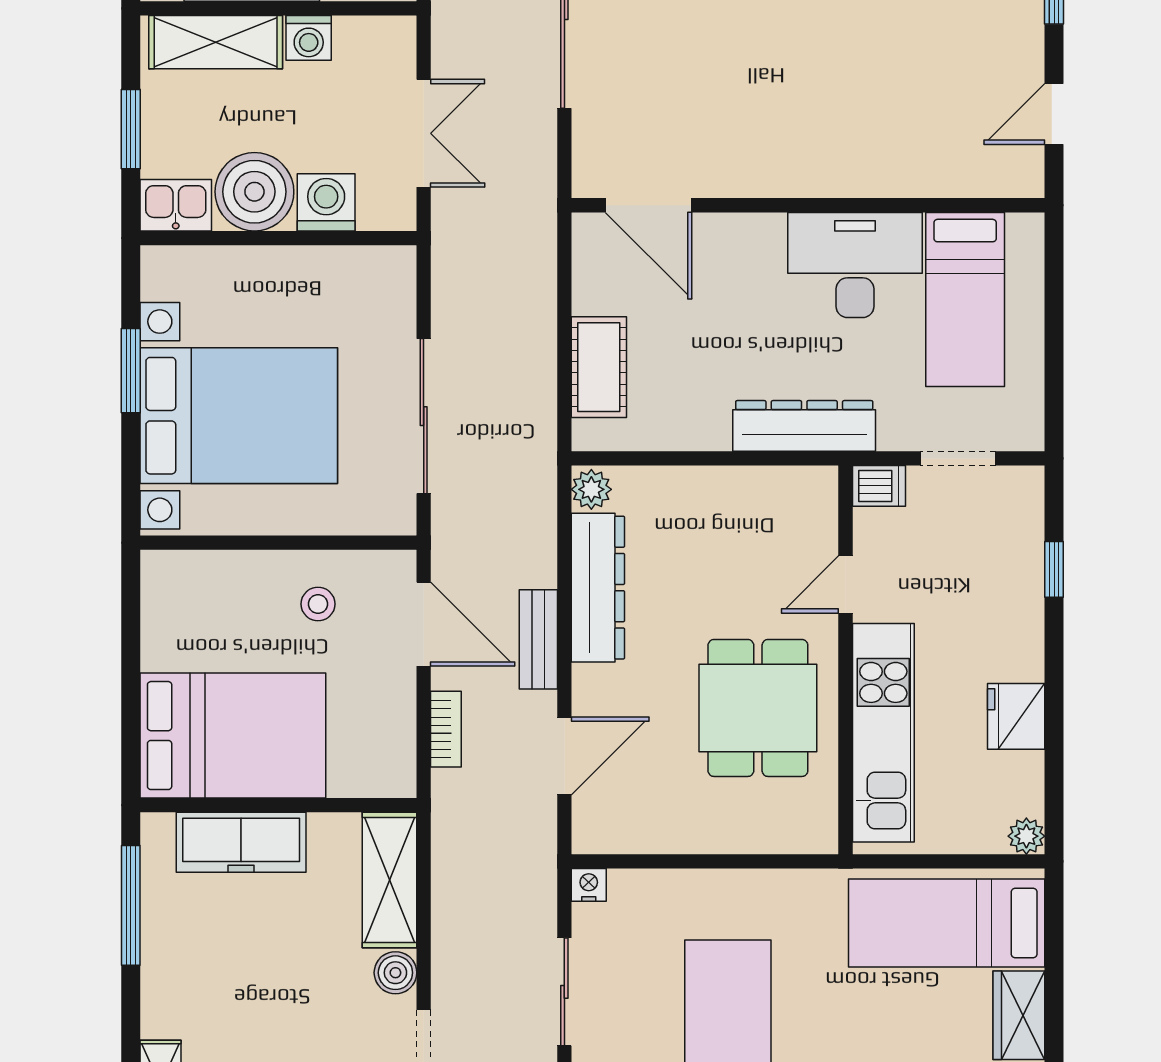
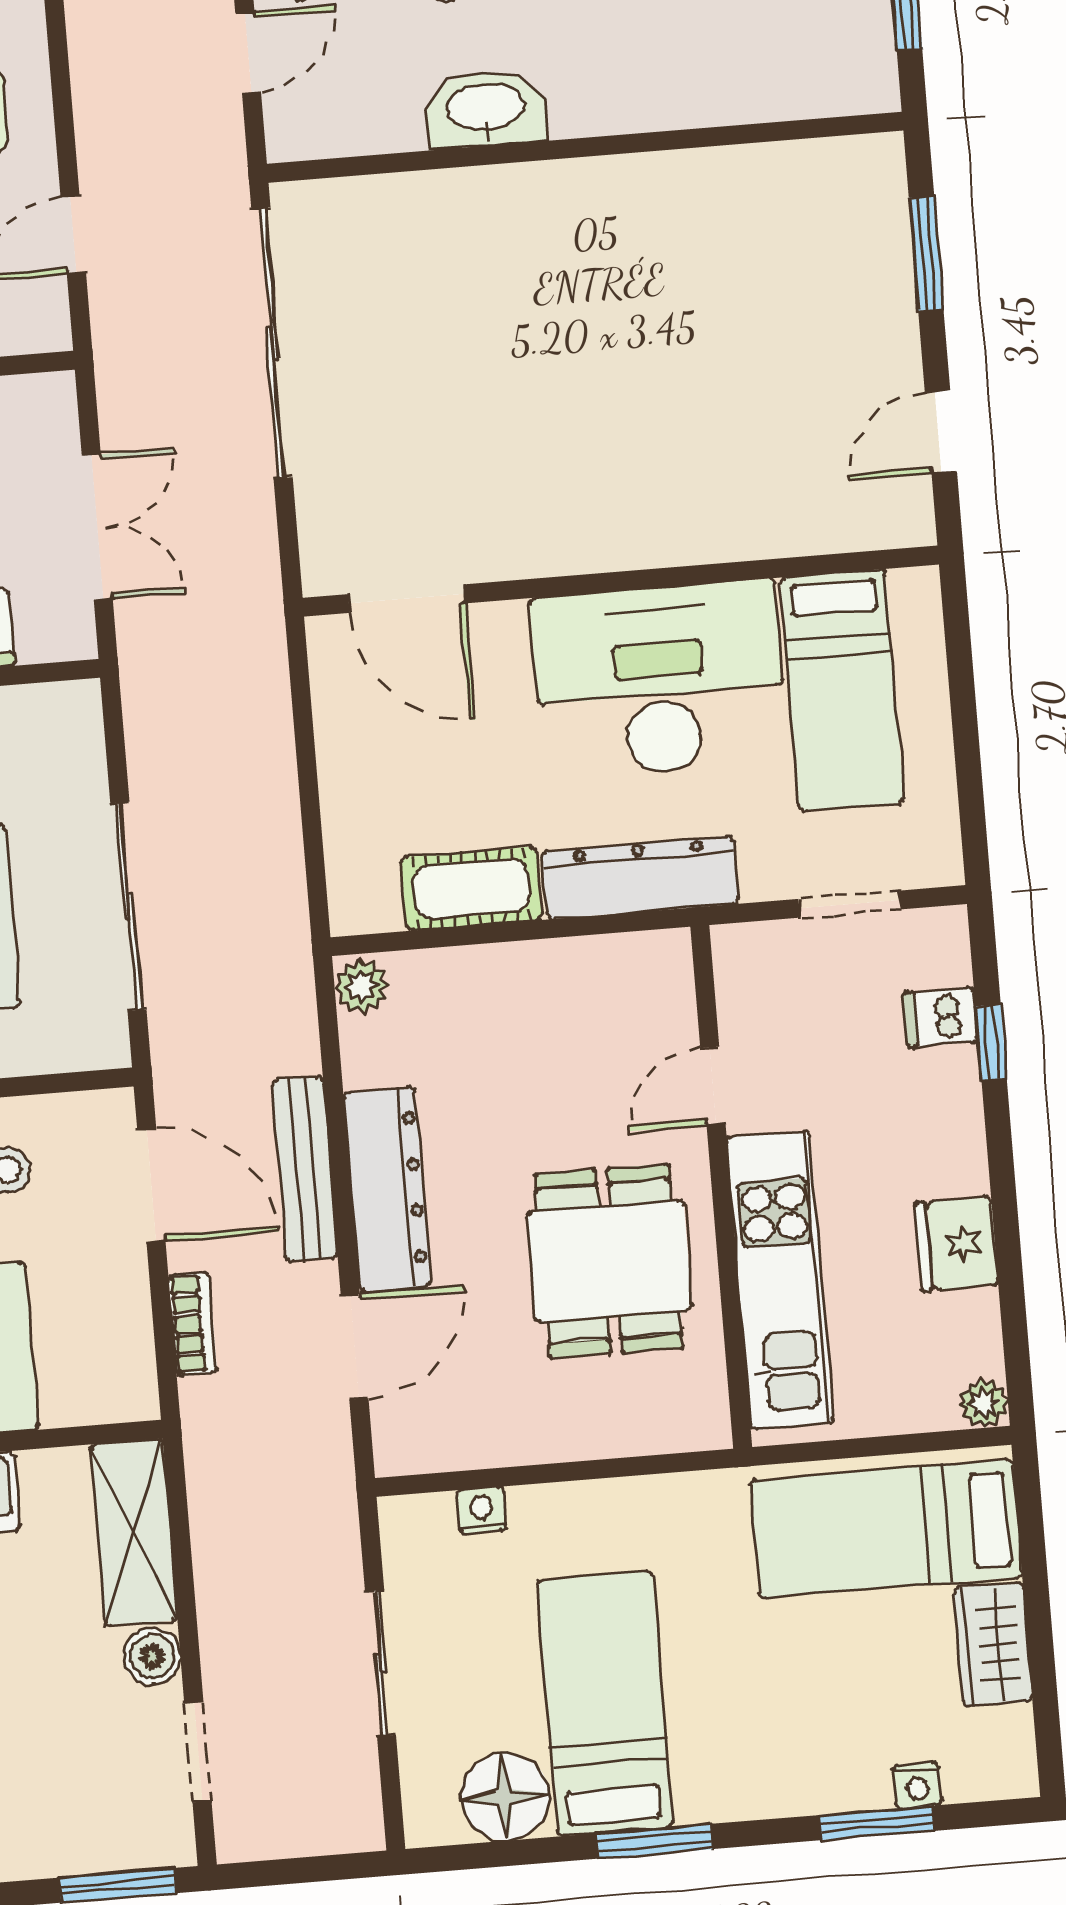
desk: (855, 265) -> (659, 680), width x1.36, depth x1.30
cot: (599, 367) -> (471, 889), moved, turned 90
dishwasher: (879, 486) -> (941, 1017), moved, turned 180
dresser: (598, 588) -> (387, 1189), moved
bench: (538, 639) -> (305, 1169), width x1.36
nightstand: (589, 885) -> (482, 1510), moved

